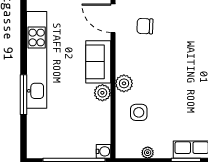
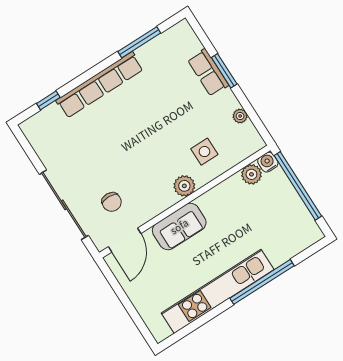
plant: (102, 93) -> (251, 174), moved
window: (23, 95) -> (262, 282), width x1.46

